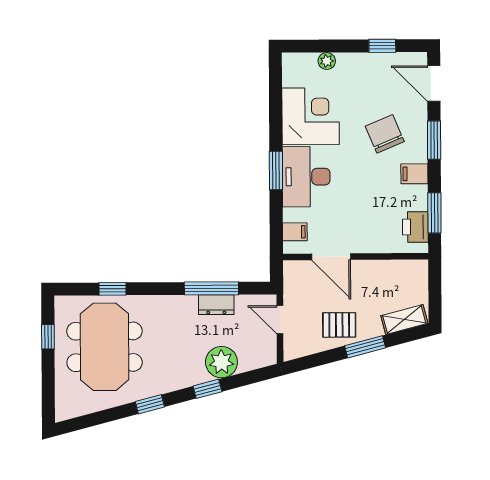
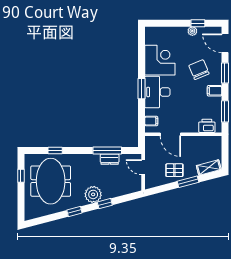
plant: (327, 61) -> (192, 31), moved
printer: (415, 227) -> (207, 126), moved, turned 90
plant: (221, 362) -> (93, 194), moved

